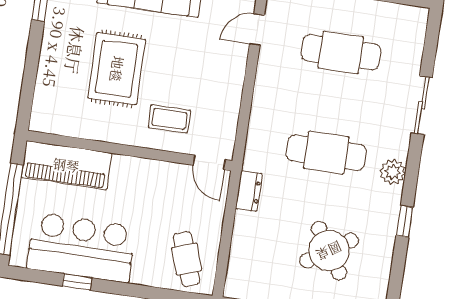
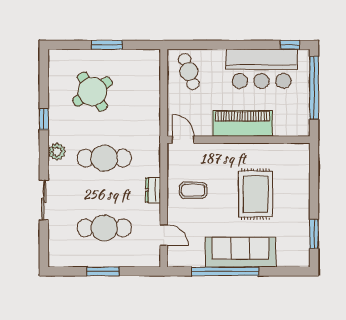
door: (257, 30) -> (164, 235), hinge flipped
coffee table: (169, 119) -> (193, 190), moved
piano: (66, 165) -> (243, 123), moved
dresser: (249, 191) -> (153, 190), moved
window: (77, 282) -> (290, 45), moved

